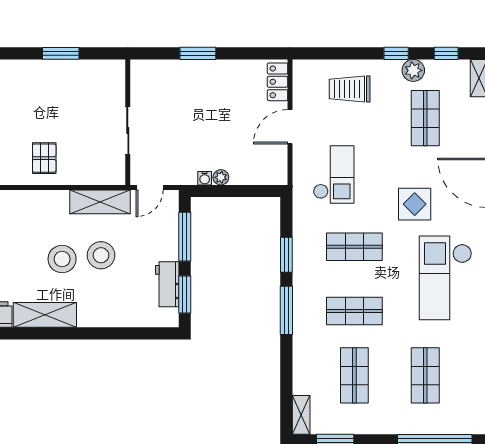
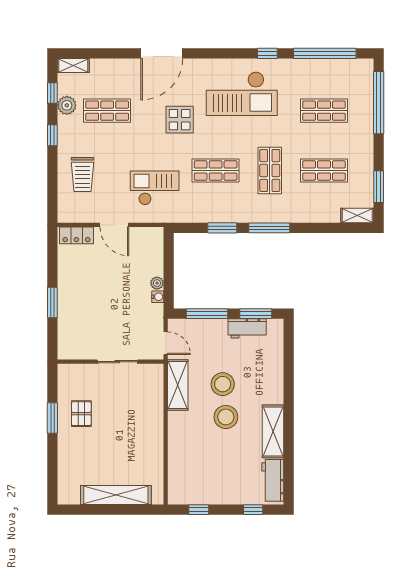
plant: (413, 70) -> (67, 105), moved
pallet: (44, 158) -> (81, 414), moved, turned 90
shop shelf: (354, 247) -> (216, 170), turned 90

